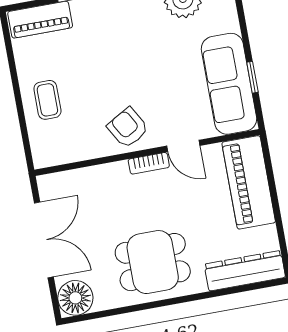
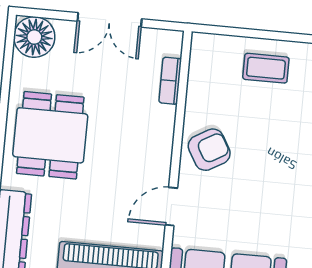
bookcase: (149, 163) -> (170, 81), moved
double door: (44, 240) -> (110, 20), width x0.73

